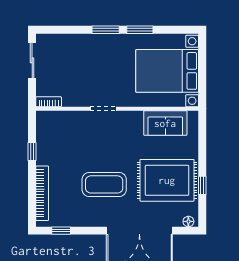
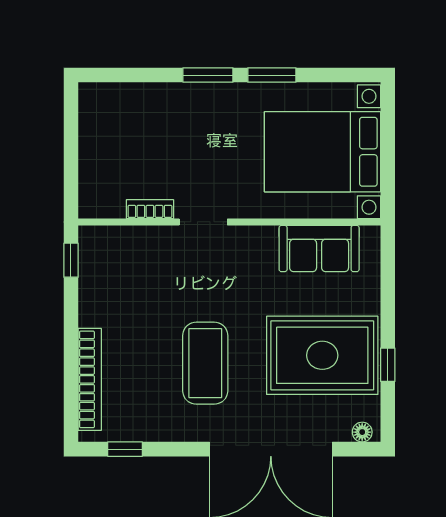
sliding door: (32, 60) -> (71, 132), removed
bookcase: (49, 102) -> (150, 209), moved
window: (32, 152) -> (71, 260), moved
coffee table: (104, 184) -> (205, 363), turned 90

